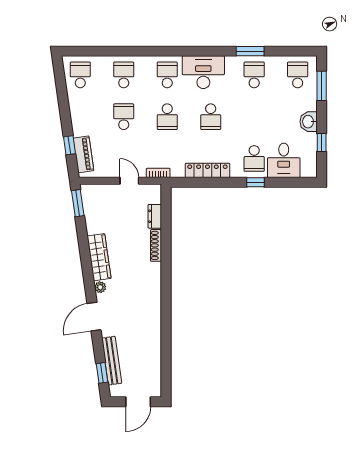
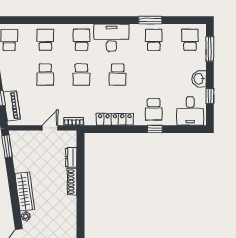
school desk: (124, 117) -> (45, 75), turned 180
desk: (284, 160) -> (190, 111), moved
door: (129, 181) -> (50, 128), hinge flipped

